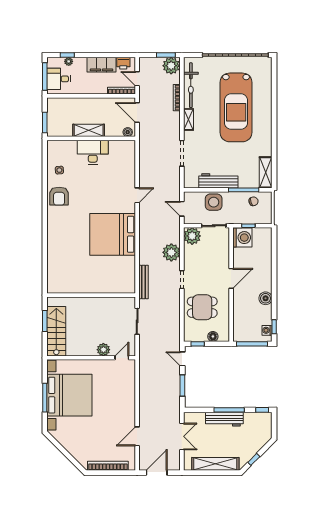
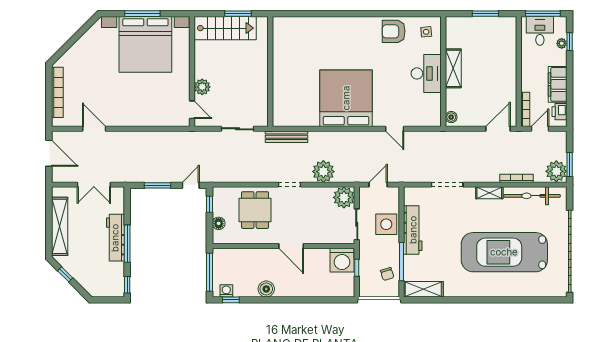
shelving: (89, 130) -> (453, 68), moved
boiler: (128, 132) -> (451, 117), moved
wall: (91, 138) -> (443, 72), moved
desk: (93, 152) -> (426, 73), moved

